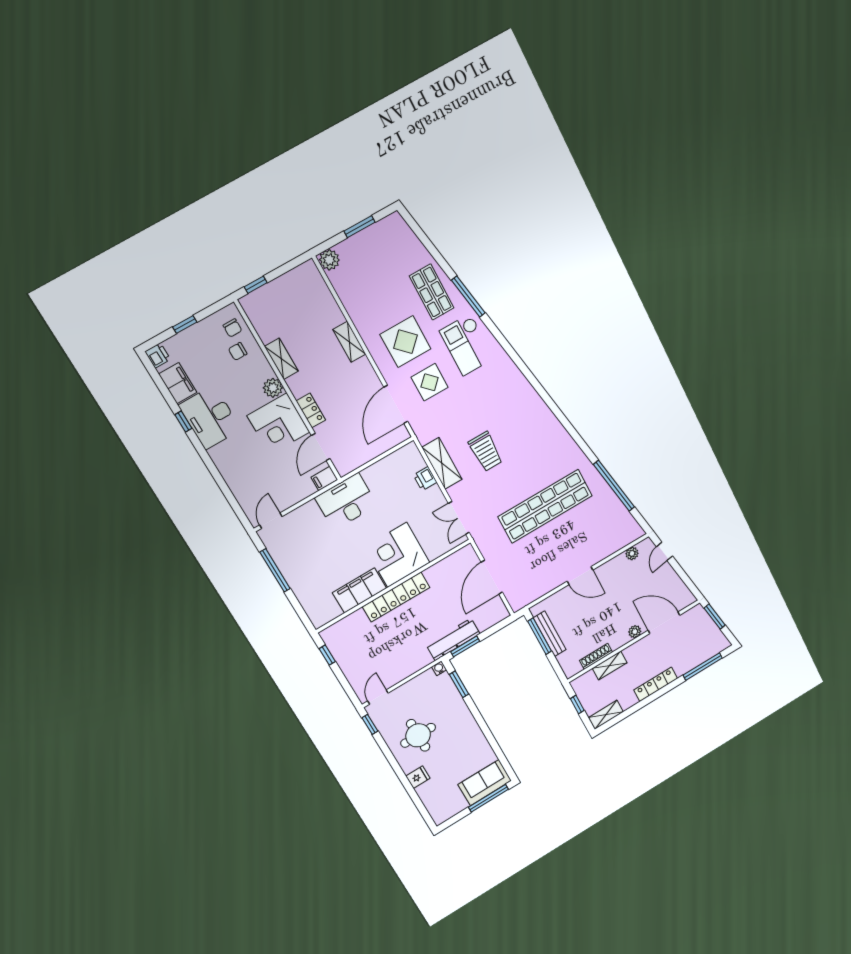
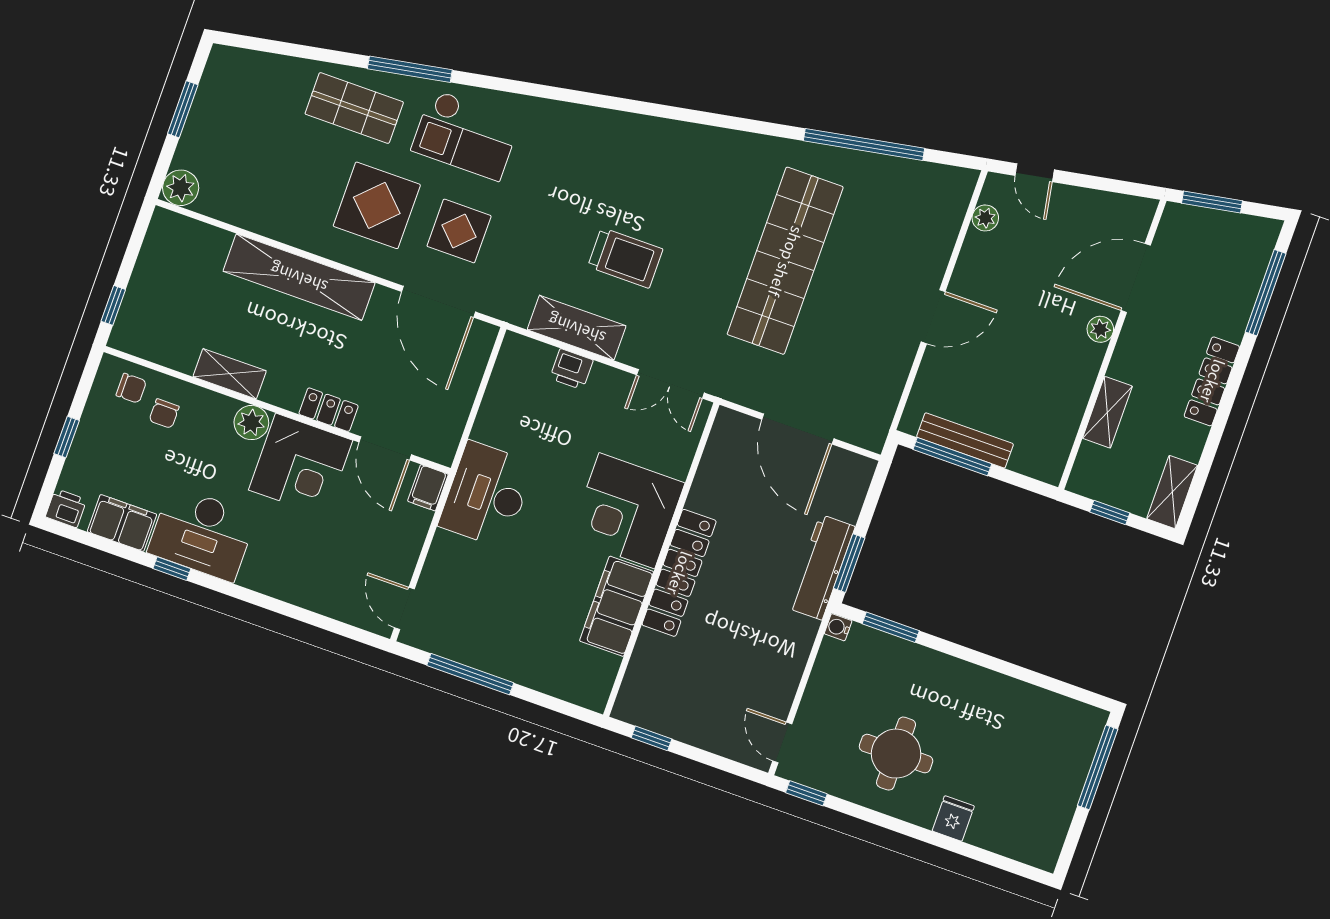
shelving: (349, 342) -> (299, 277), width x2.20, depth x1.33
shoe rack: (596, 656) -> (1072, 416), removed
sofa: (485, 783) -> (1069, 747), removed

